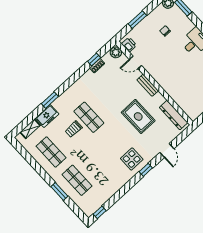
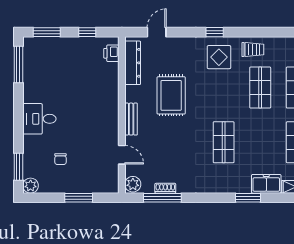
printer: (129, 45) -> (111, 53), moved
window: (94, 59) -> (162, 198), width x2.17
trolley: (74, 129) -> (253, 50), moved
door: (167, 151) -> (157, 32), moved
shop shelf: (96, 163) -> (260, 88), added

